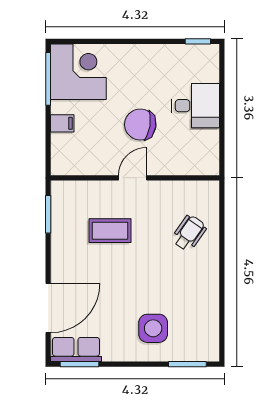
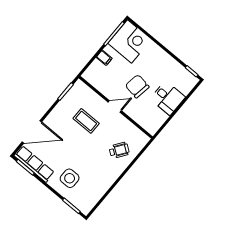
row of seats: (76, 349) -> (34, 164), width x1.48

